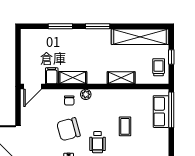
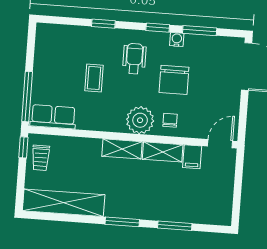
window: (171, 57) -> (23, 147), moved
shelving: (121, 78) -> (122, 149), moved
plant: (86, 94) -> (140, 120), width x1.88, depth x1.88
row of seats: (161, 112) -> (53, 117), moved, turned -90
chair: (68, 129) -> (174, 80), turned 105

